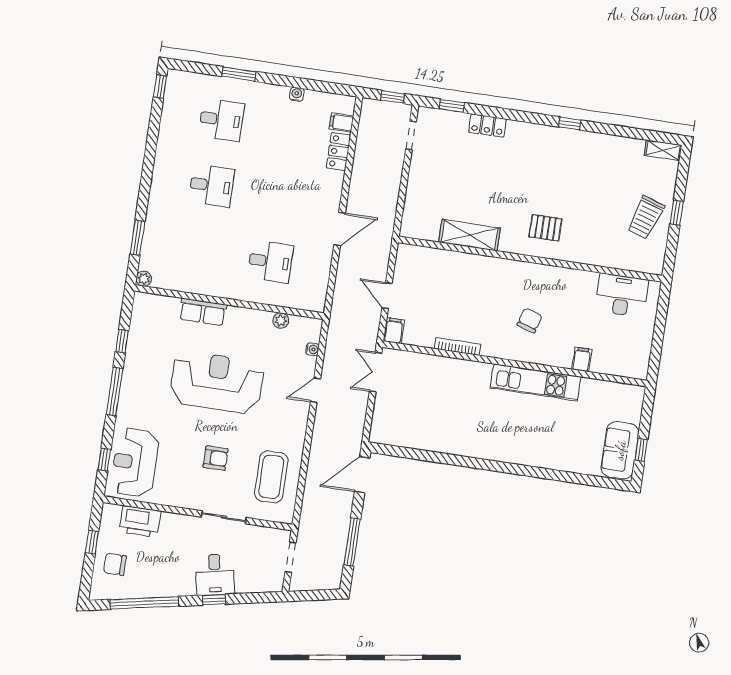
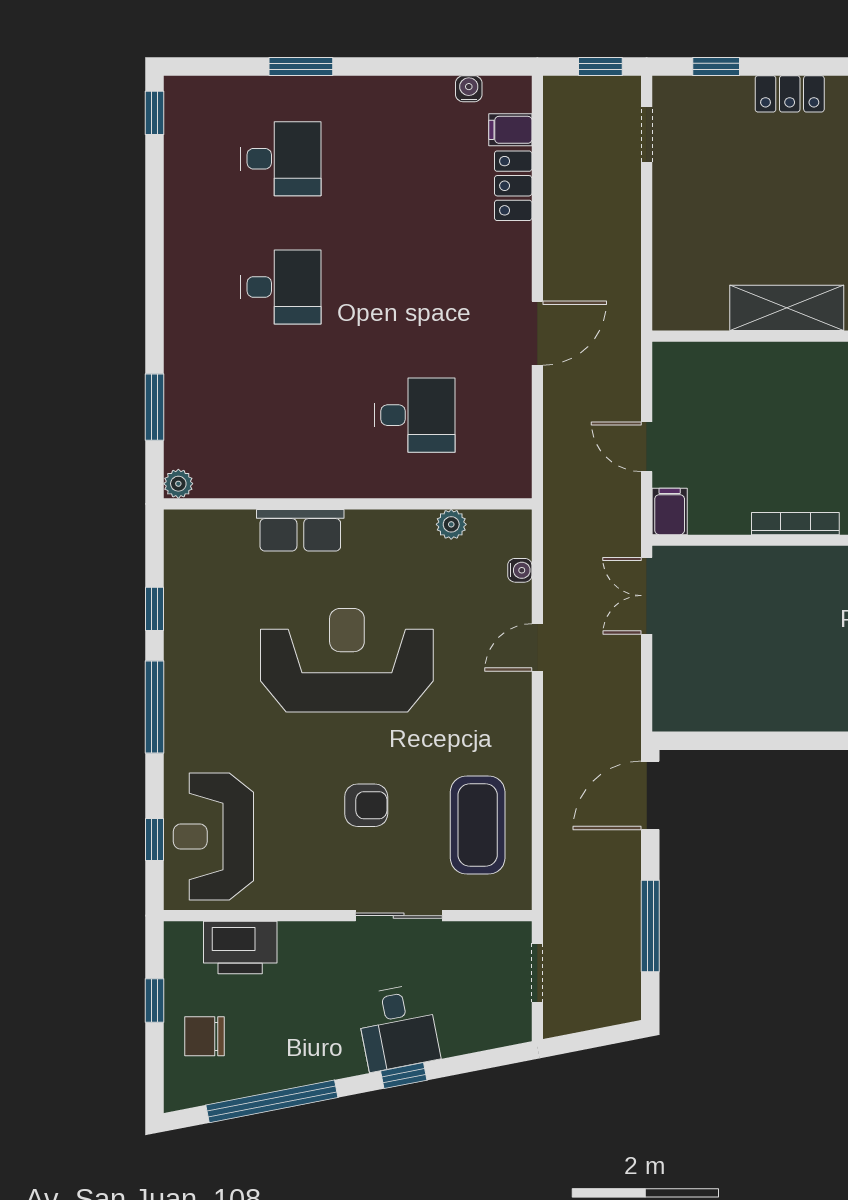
water cooler: (297, 94) -> (469, 89), moved

